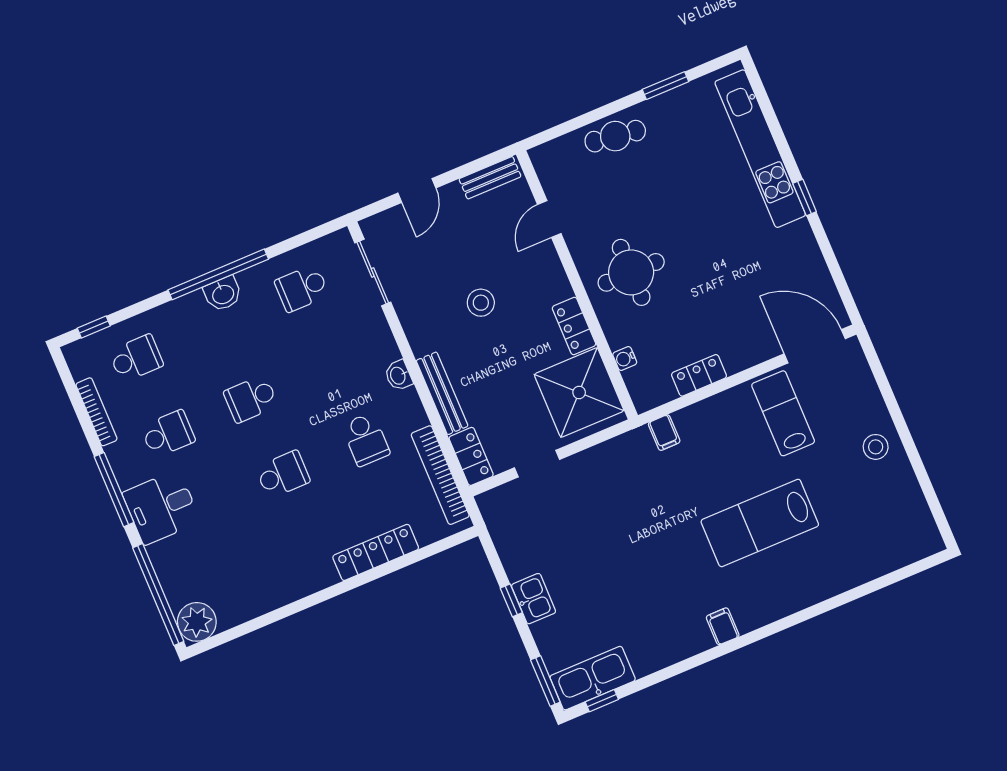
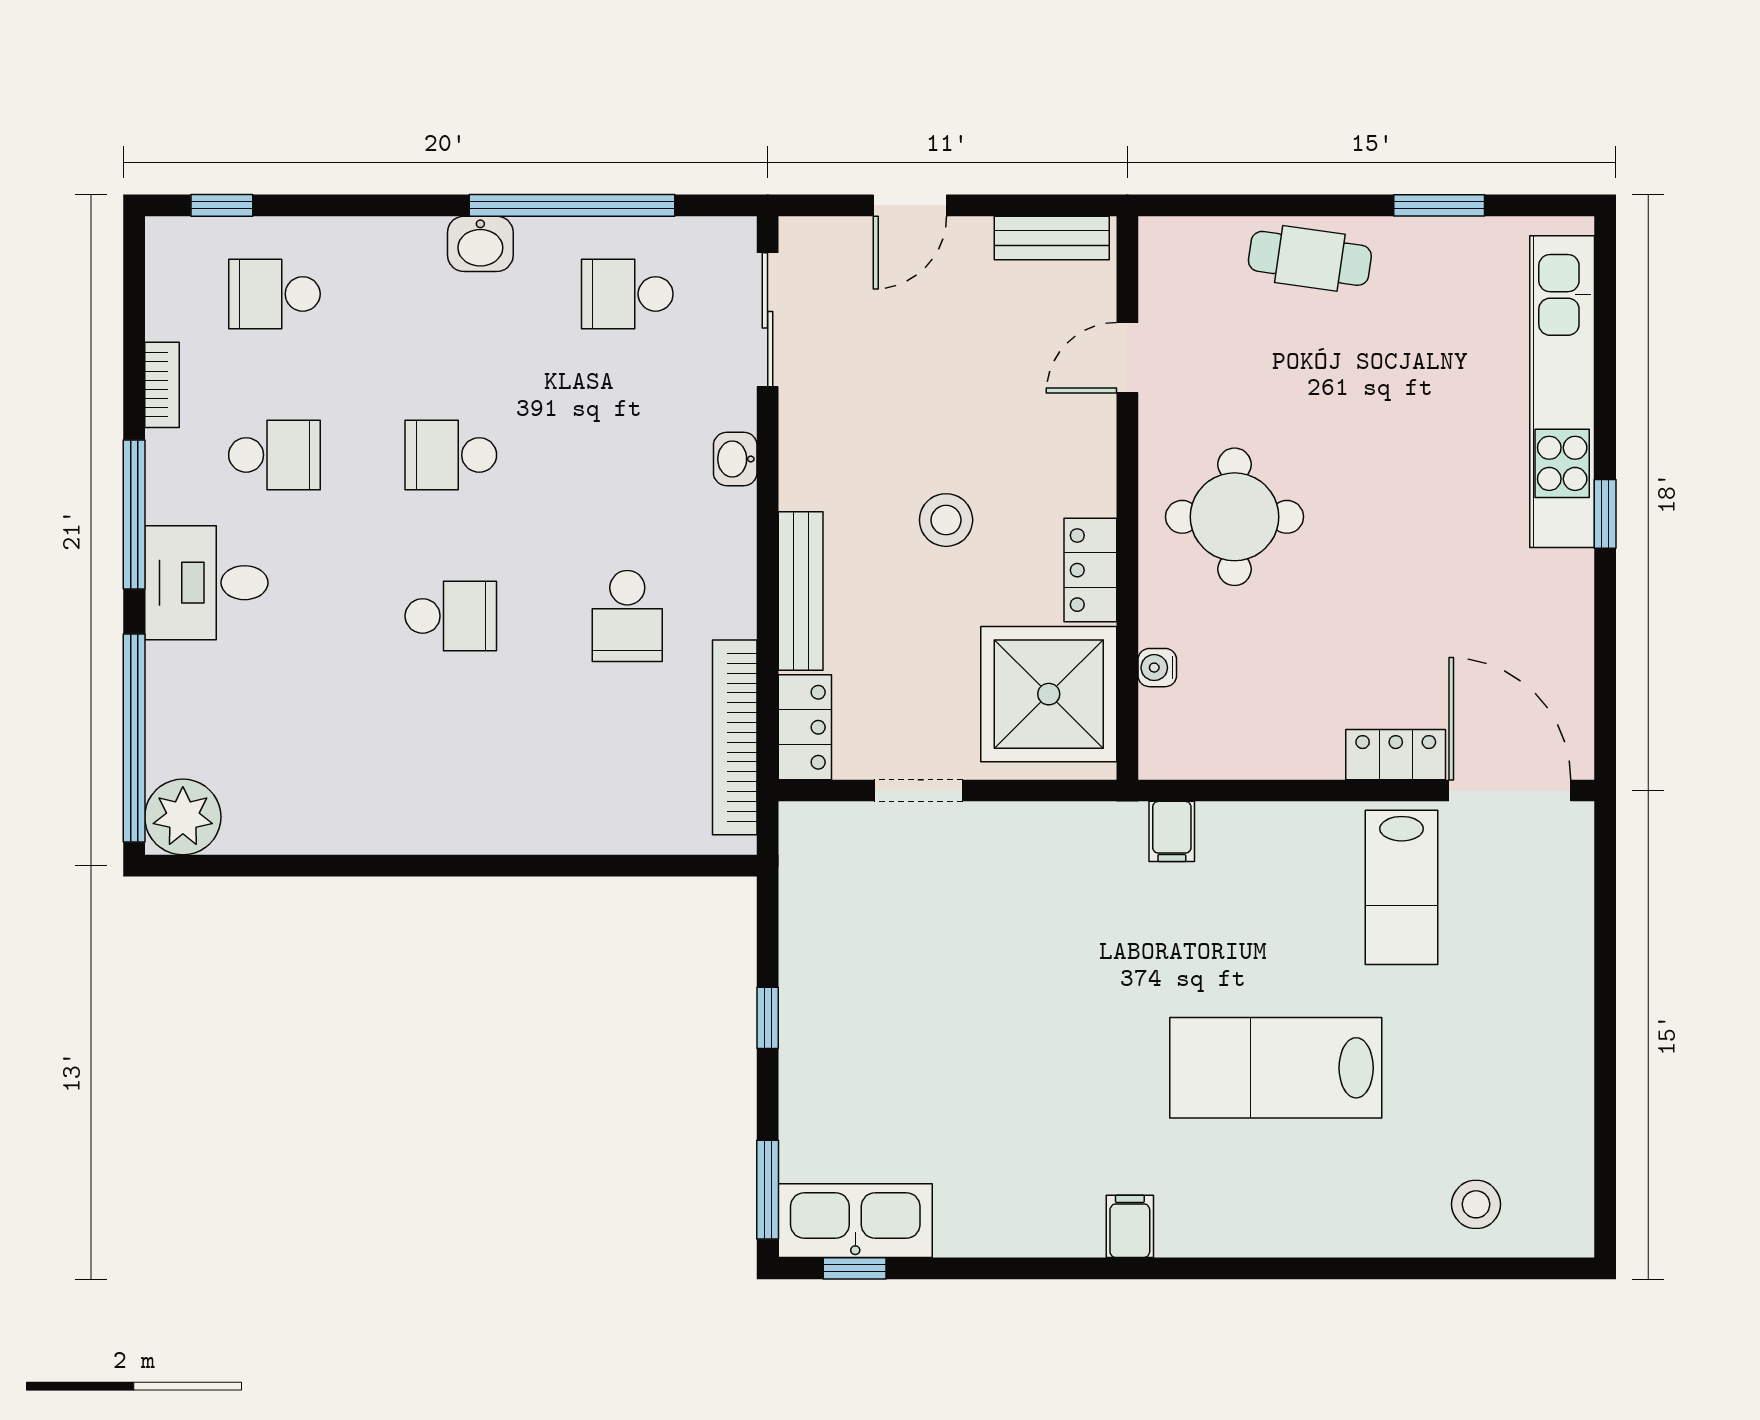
window: (218, 274) -> (572, 205), moved
stool: (481, 303) -> (946, 520), moved
school desk: (136, 358) -> (274, 294), turned 180
washbasin: (398, 375) -> (735, 459), moved
locker: (699, 375) -> (1396, 755), moved
bookcase: (97, 412) -> (162, 385), width x0.64
lab bench: (783, 413) -> (1402, 887), turned 180
stool: (876, 447) -> (1476, 1204), moved
locker: (376, 552) -> (559, 828), removed
kitchen sink: (534, 599) -> (809, 1032), removed

